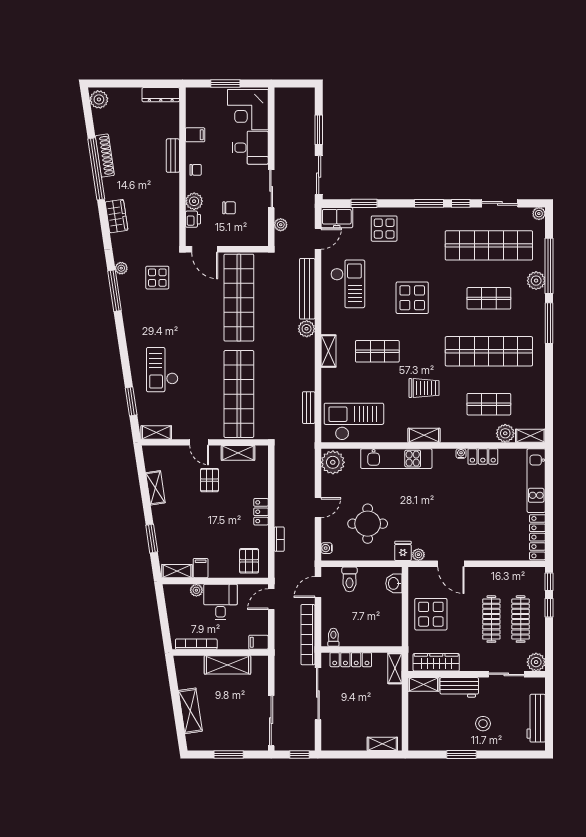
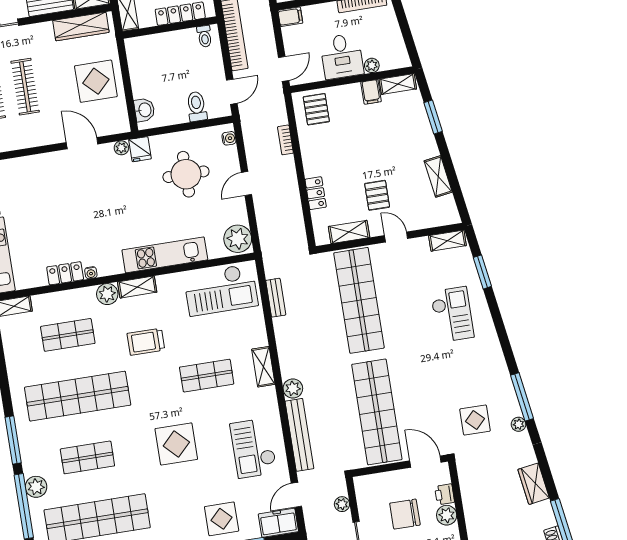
chair: (229, 208) -> (405, 514), width x1.87, depth x1.87
plant: (505, 433) -> (107, 294), moved
locker: (261, 512) -> (316, 193), moved

